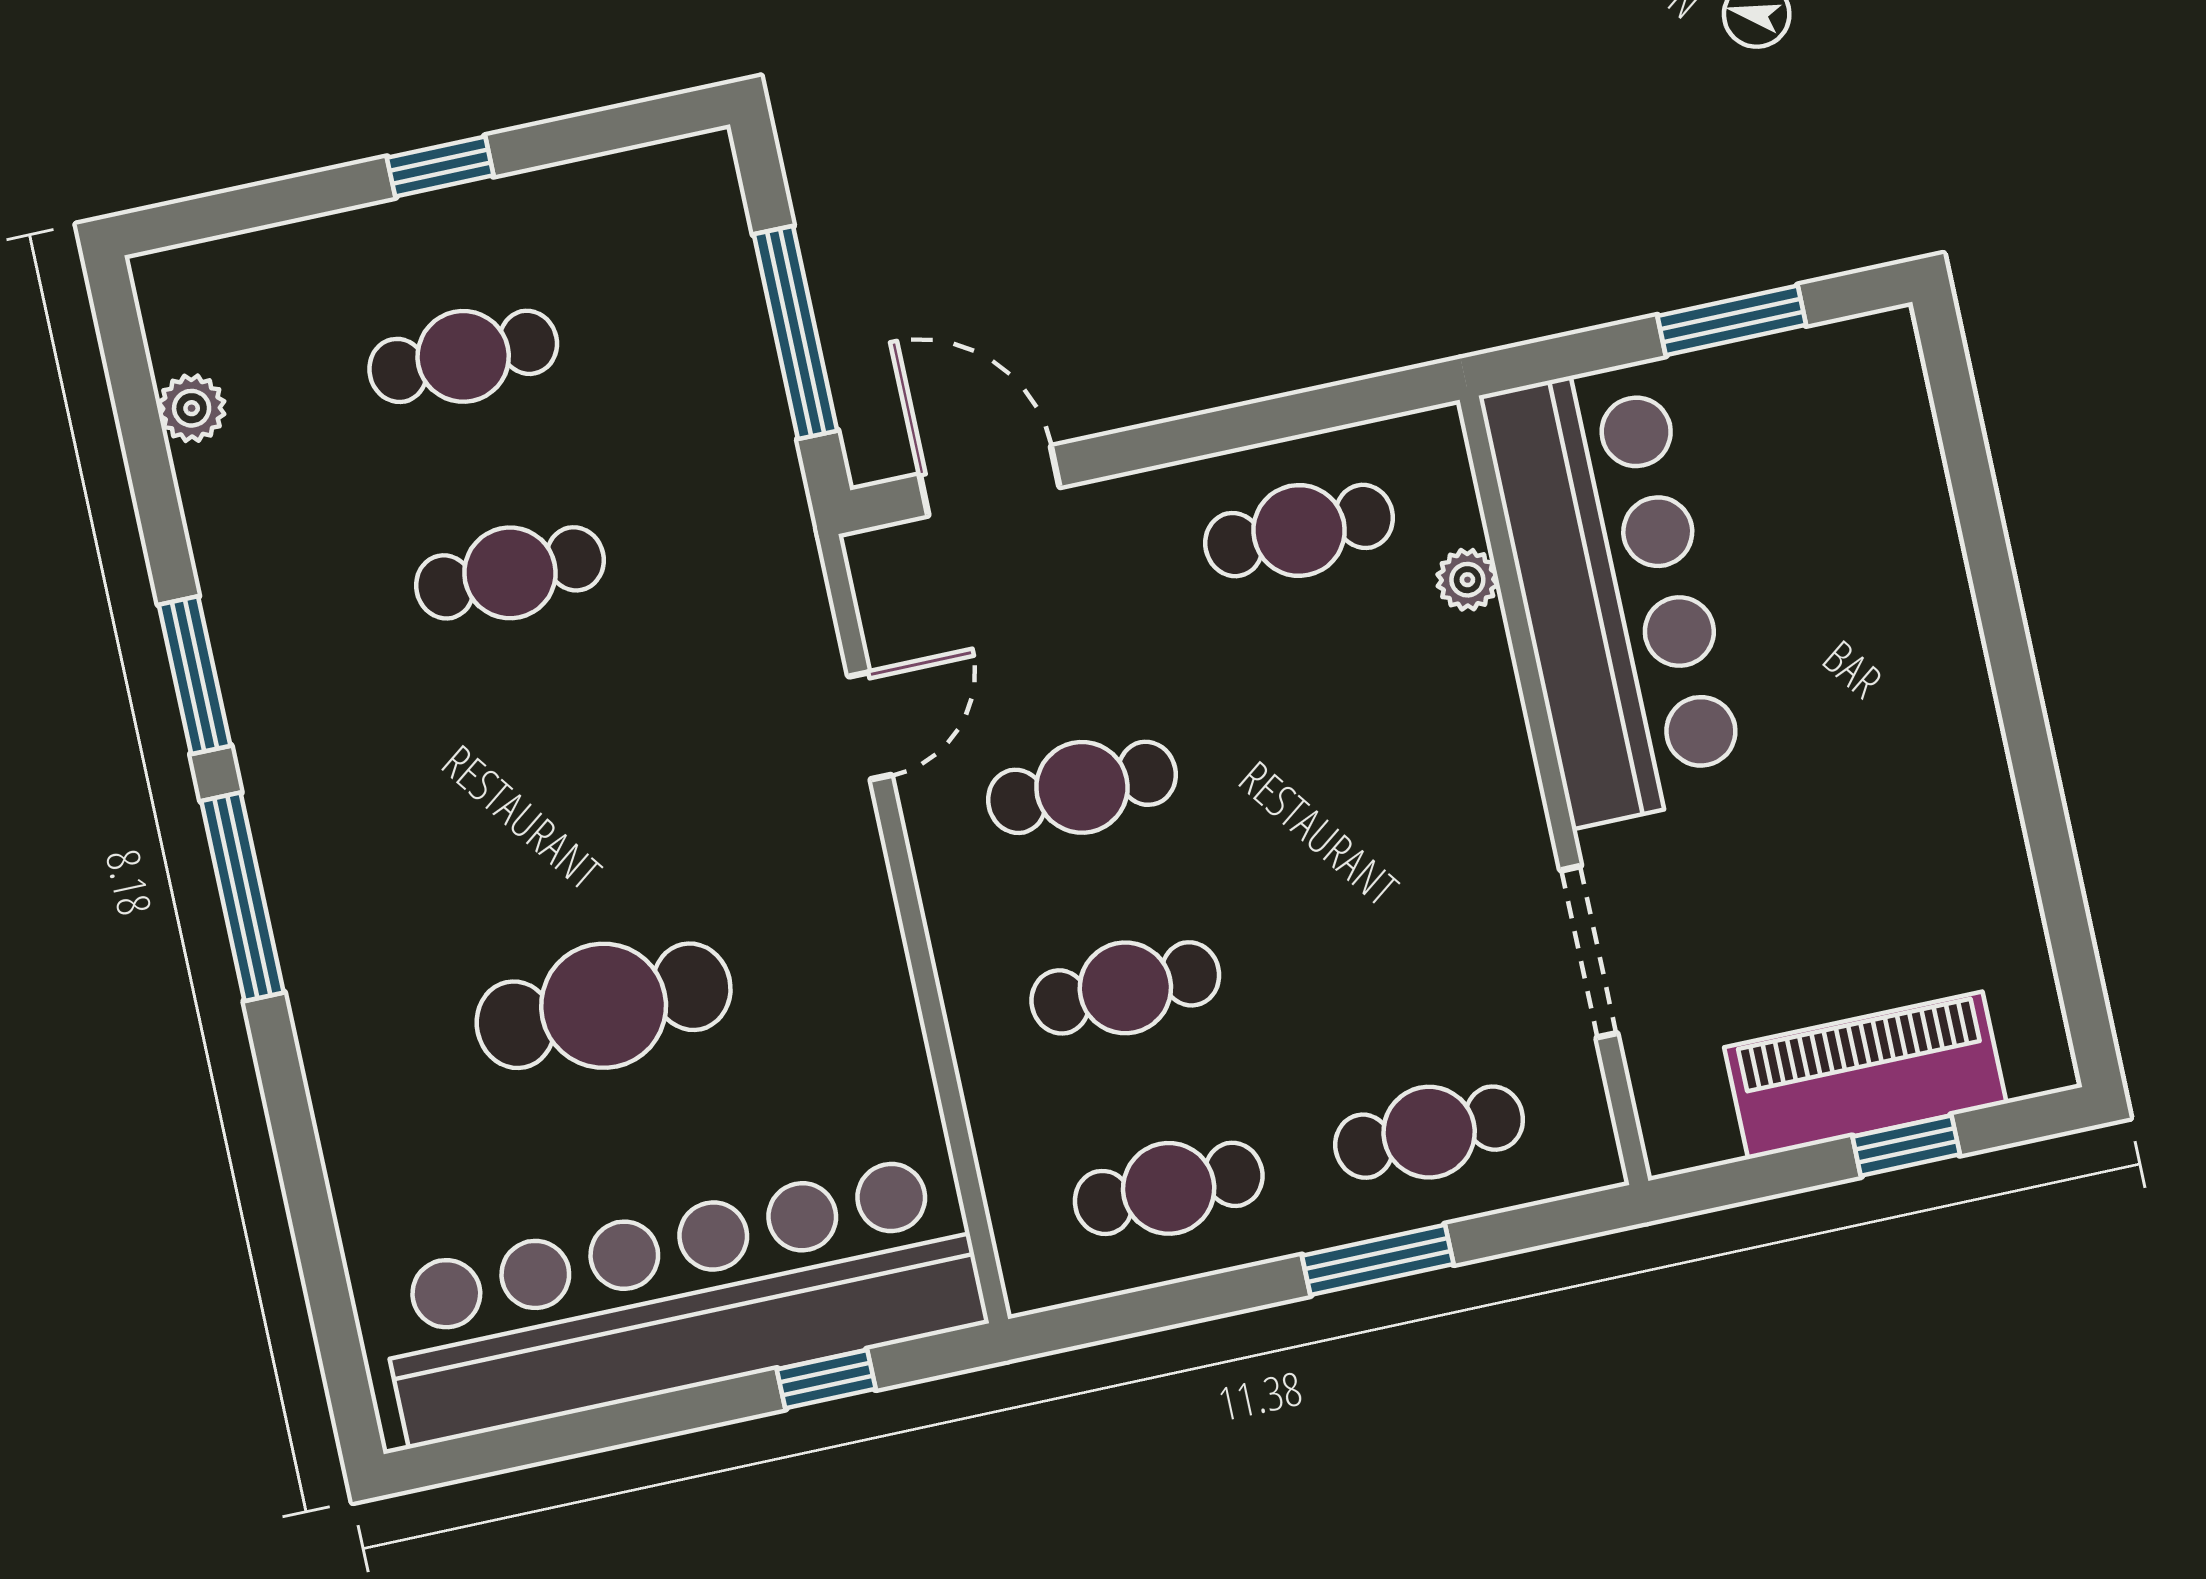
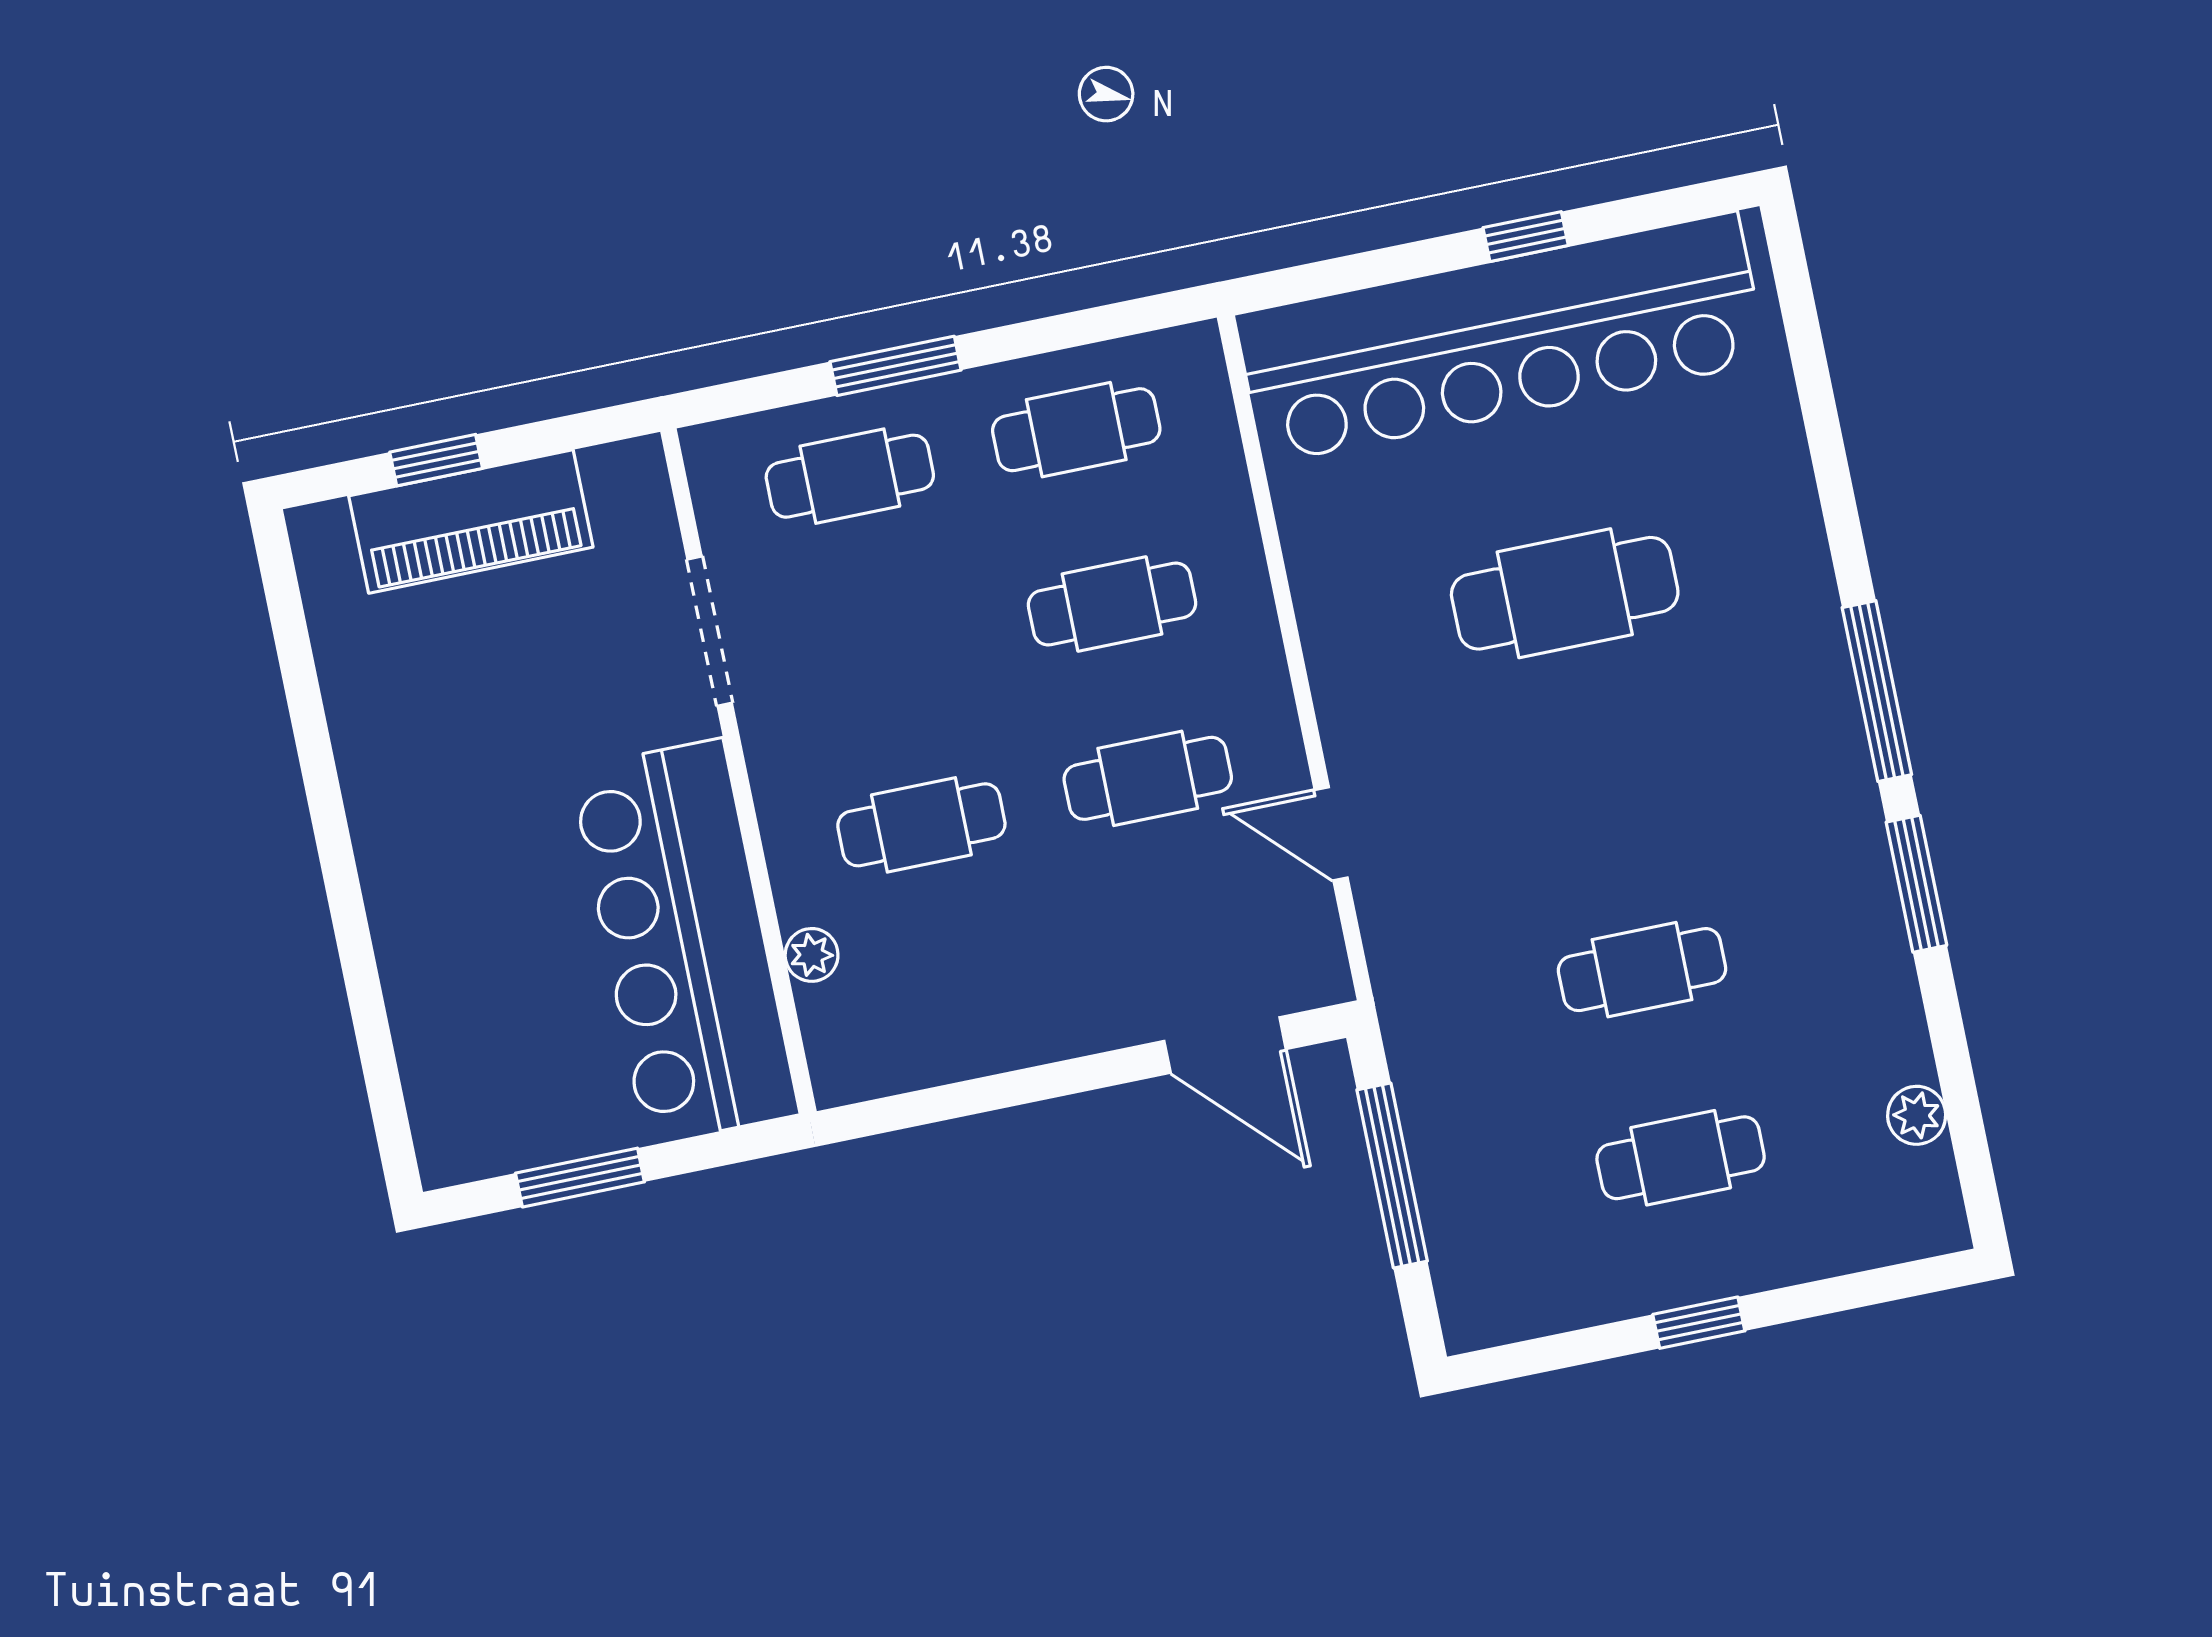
cafe table: (1299, 530) -> (921, 825), moved
door: (870, 726) -> (1331, 834), hinge flipped
window: (826, 1379) -> (1526, 237), moved

